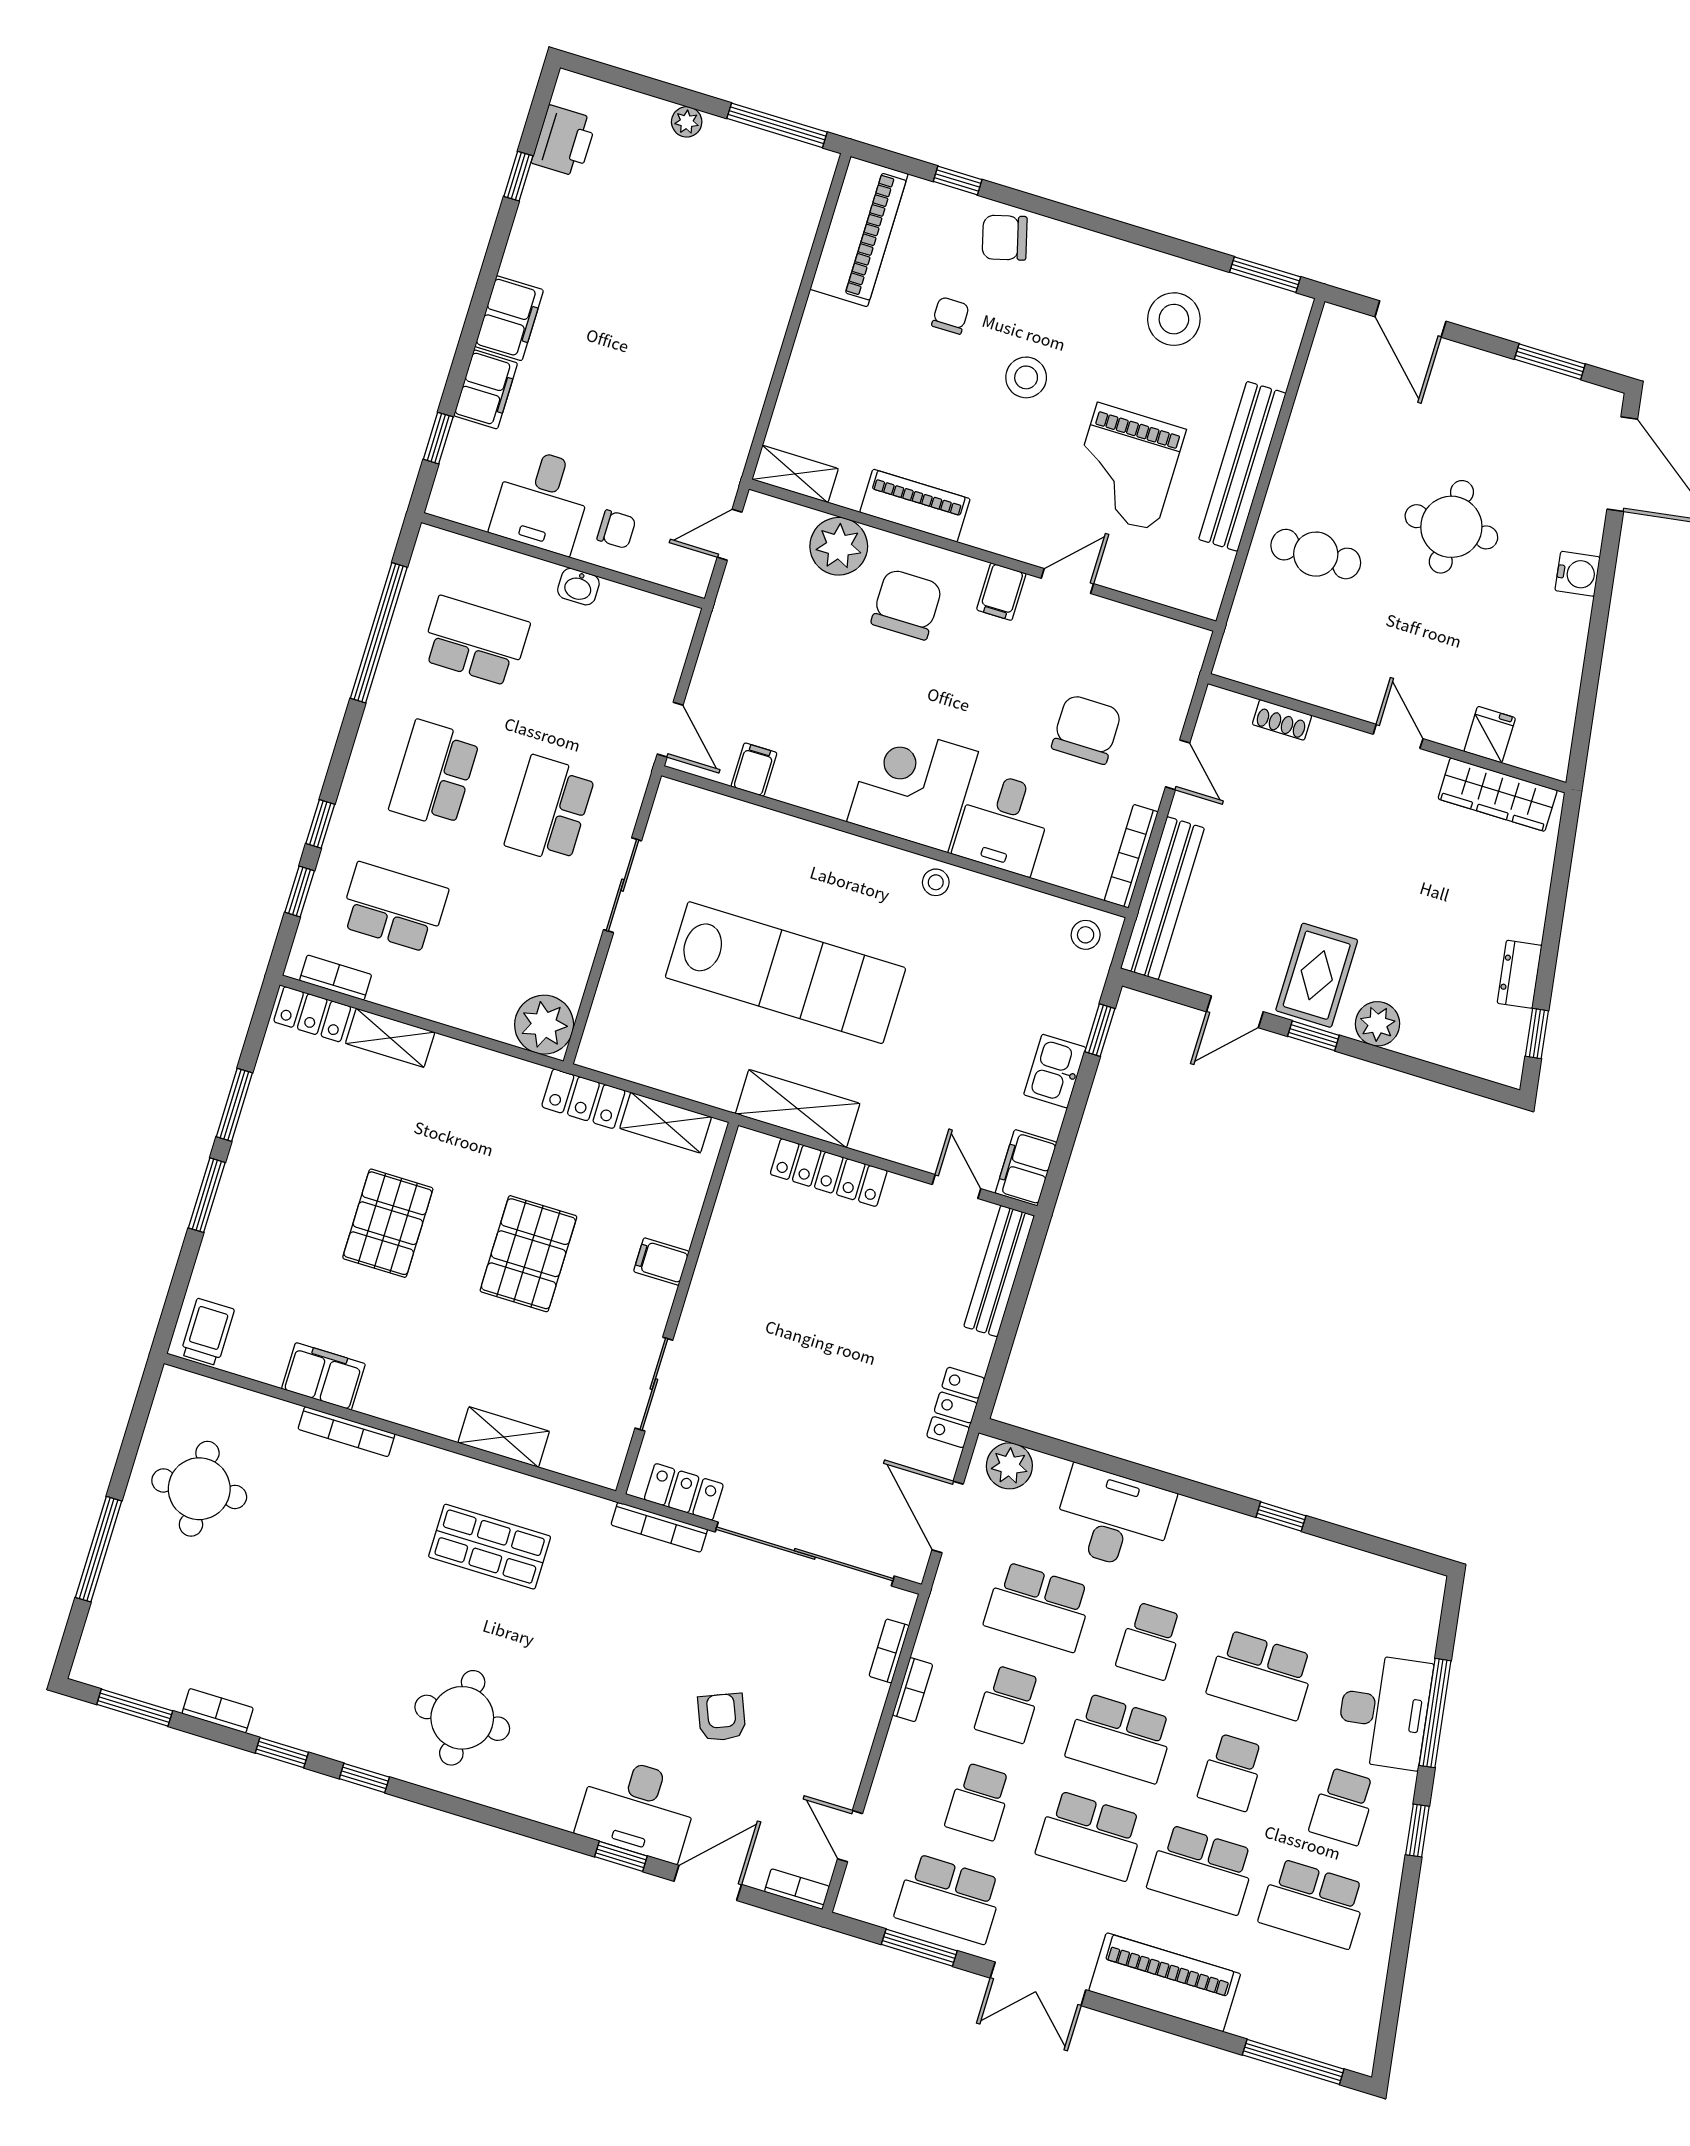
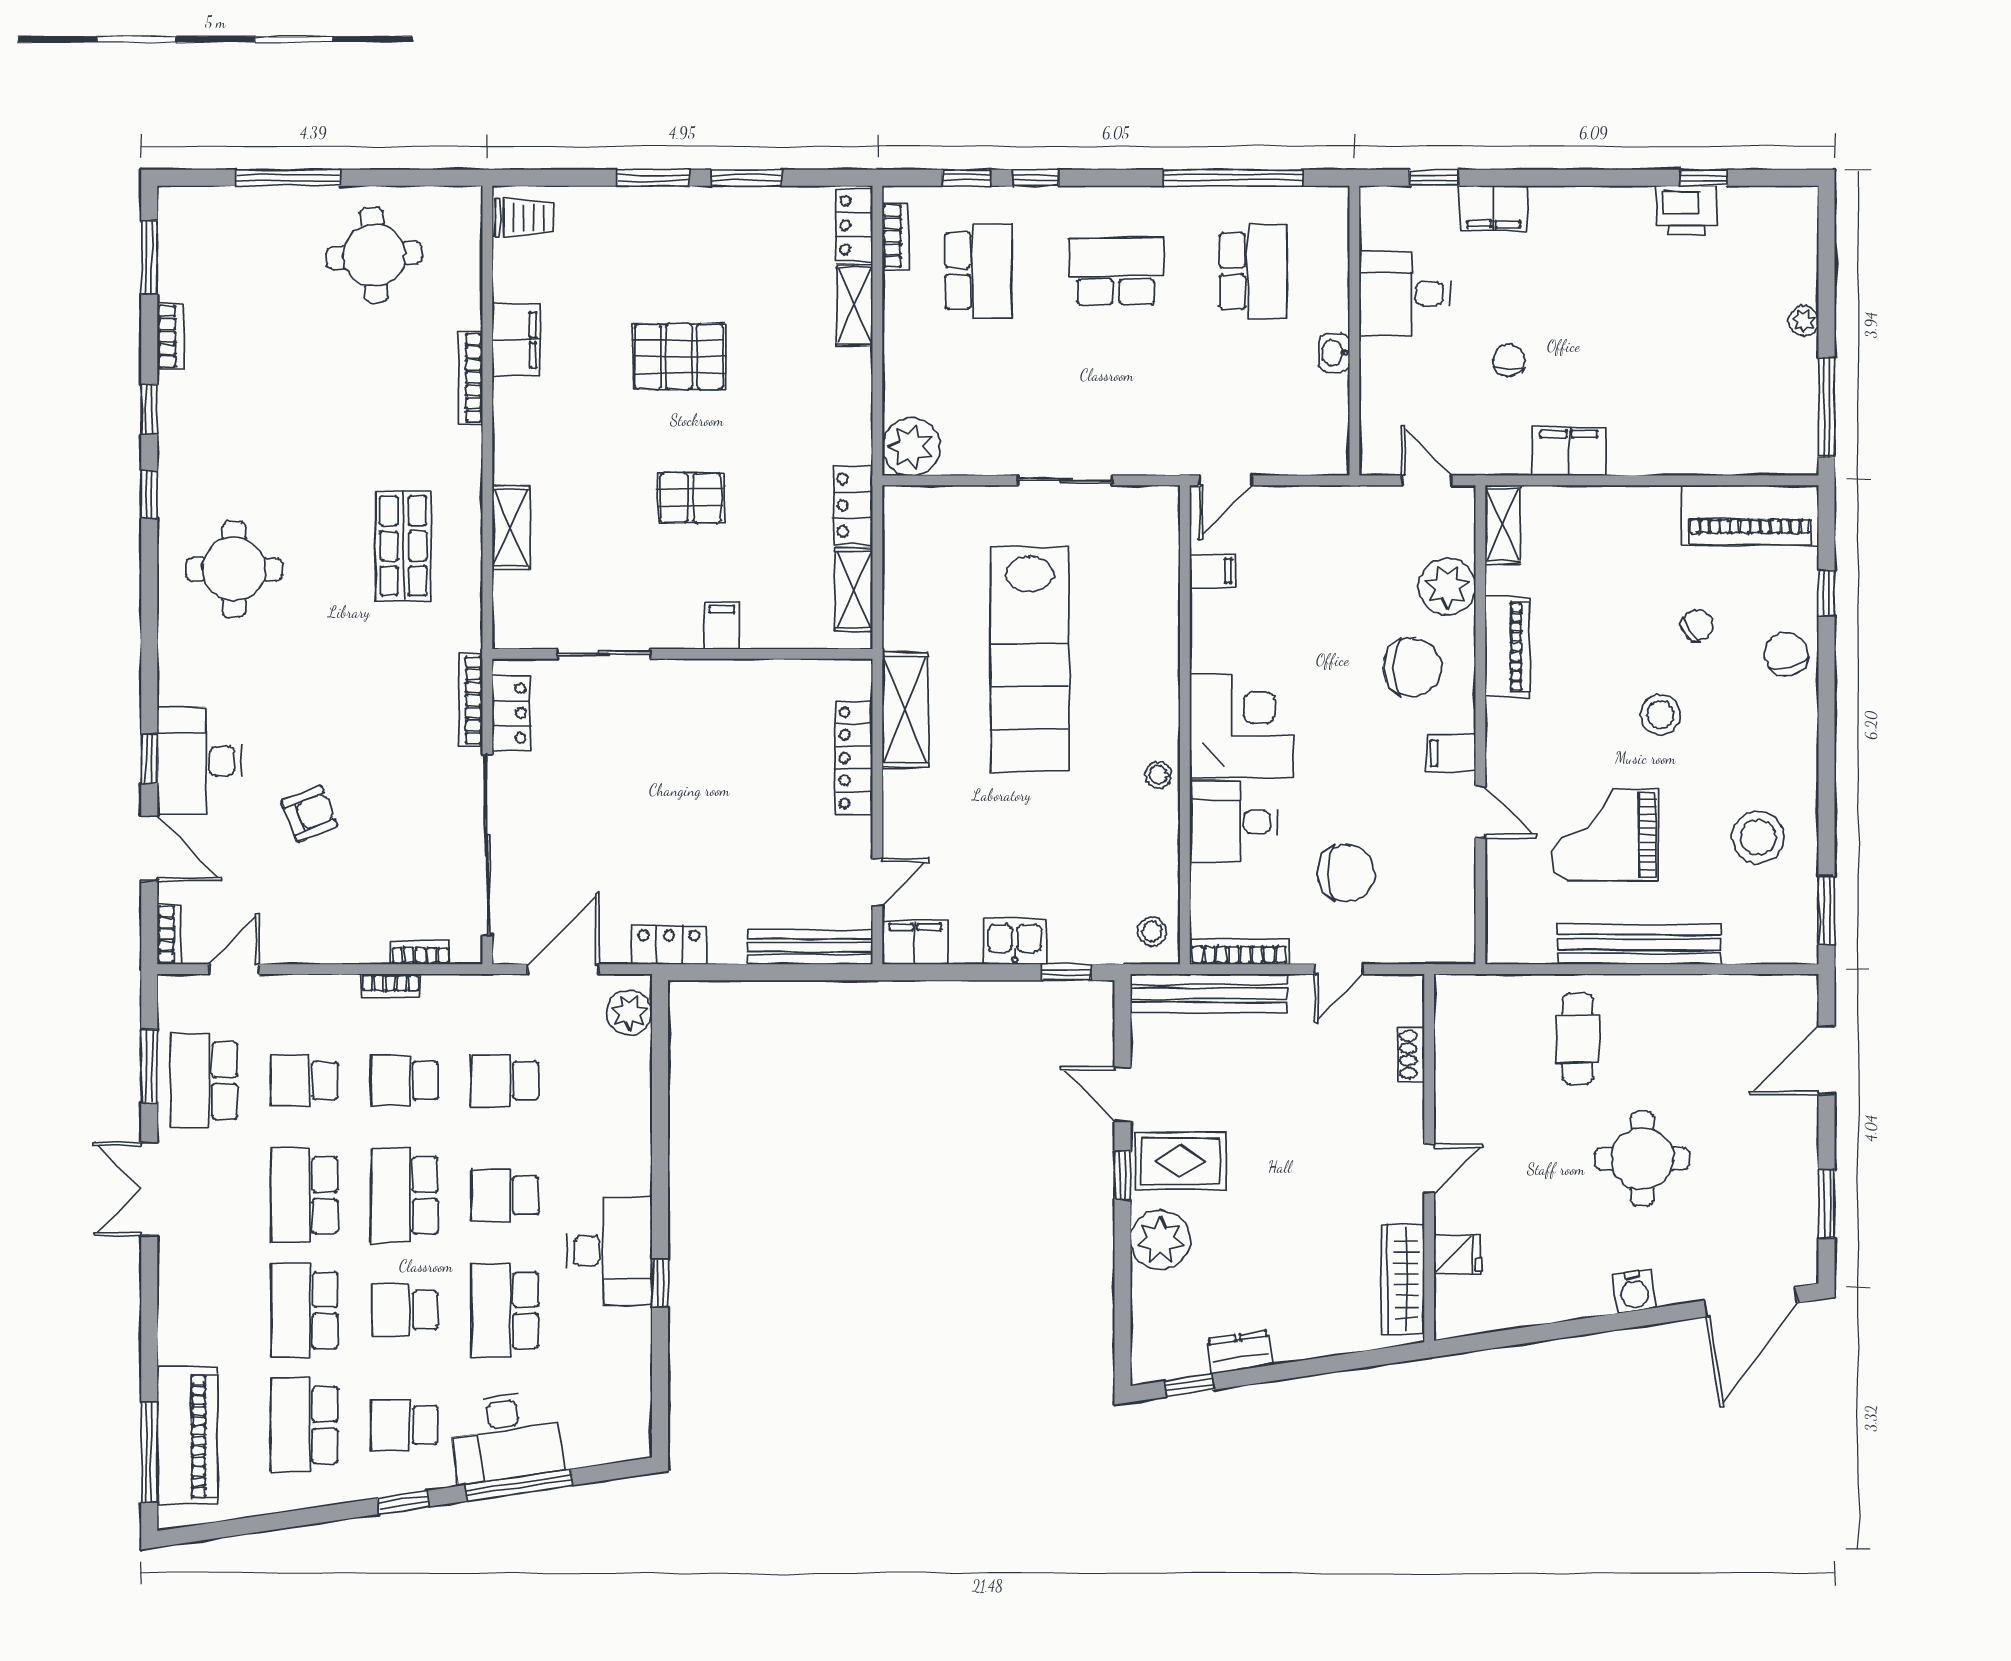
printer: (564, 141) -> (1687, 211), moved
chair: (950, 315) -> (1697, 625), turned -34
filing cabinet: (509, 318) -> (1569, 451), moved, turned 180
chair: (616, 529) -> (1509, 360), moved, turned 180
school desk: (550, 809) -> (1116, 390), removed
plant: (1378, 1024) -> (1160, 1240), width x1.36, depth x1.36
pallet: (528, 1254) -> (691, 498), width x0.67, depth x0.71
desk: (1113, 1519) -> (610, 1251), moved
school desk: (1038, 1607) -> (505, 1081), width x0.54
piano: (1165, 1982) -> (187, 1436), moved

